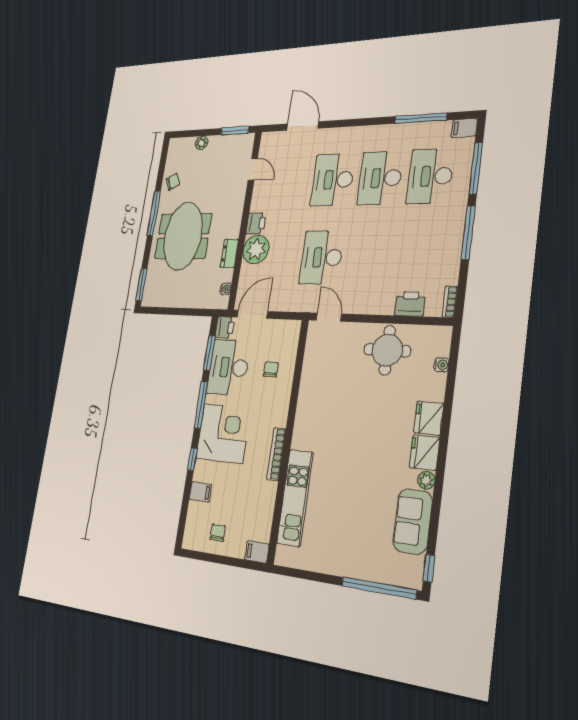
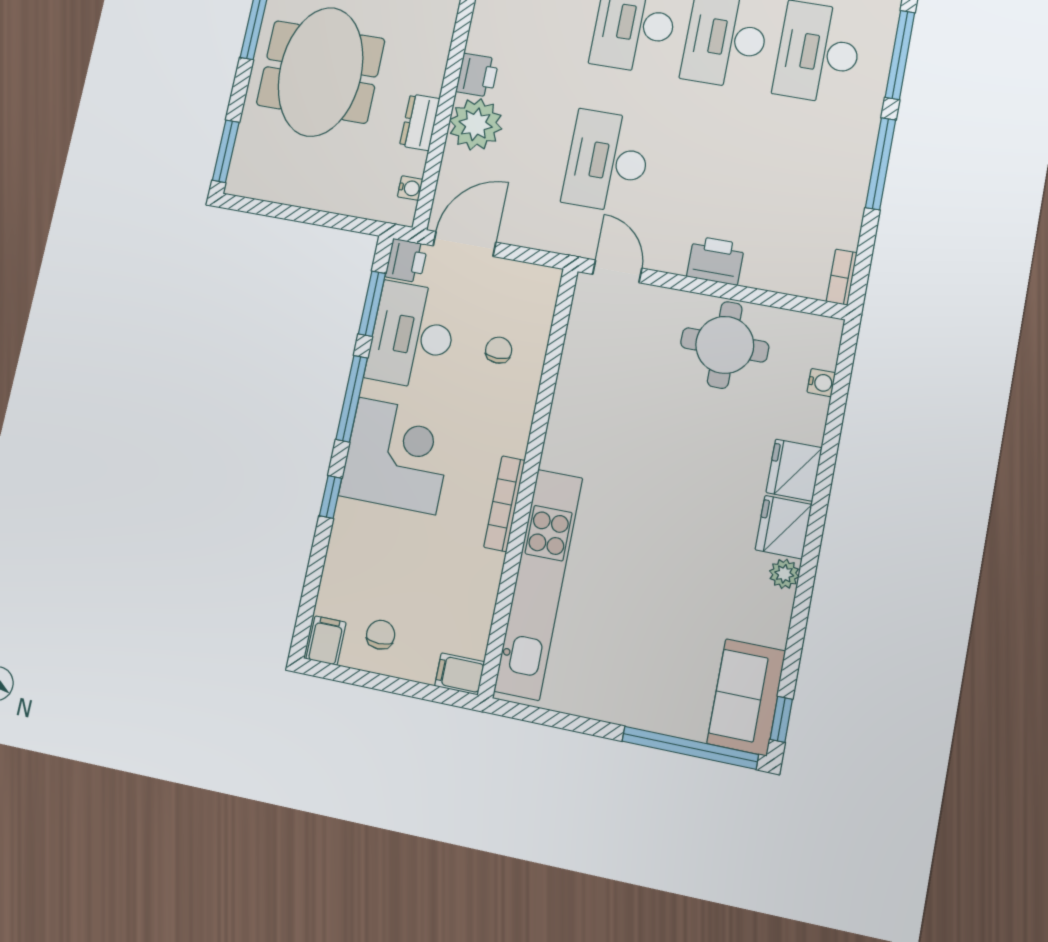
printer: (410, 304) -> (716, 260), moved
filing cabinet: (200, 492) -> (326, 641), moved, turned -90
kitchen unit: (295, 498) -> (539, 584), width x1.36
sofa: (413, 521) -> (746, 697), moved

